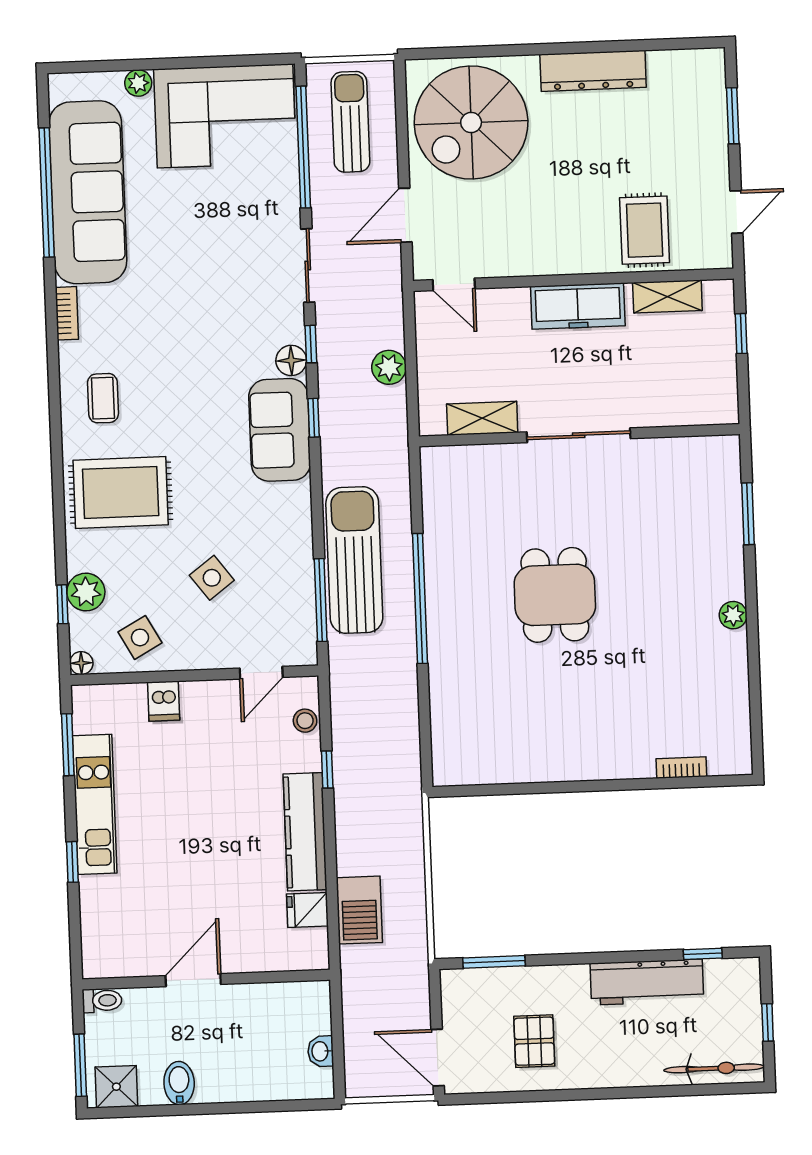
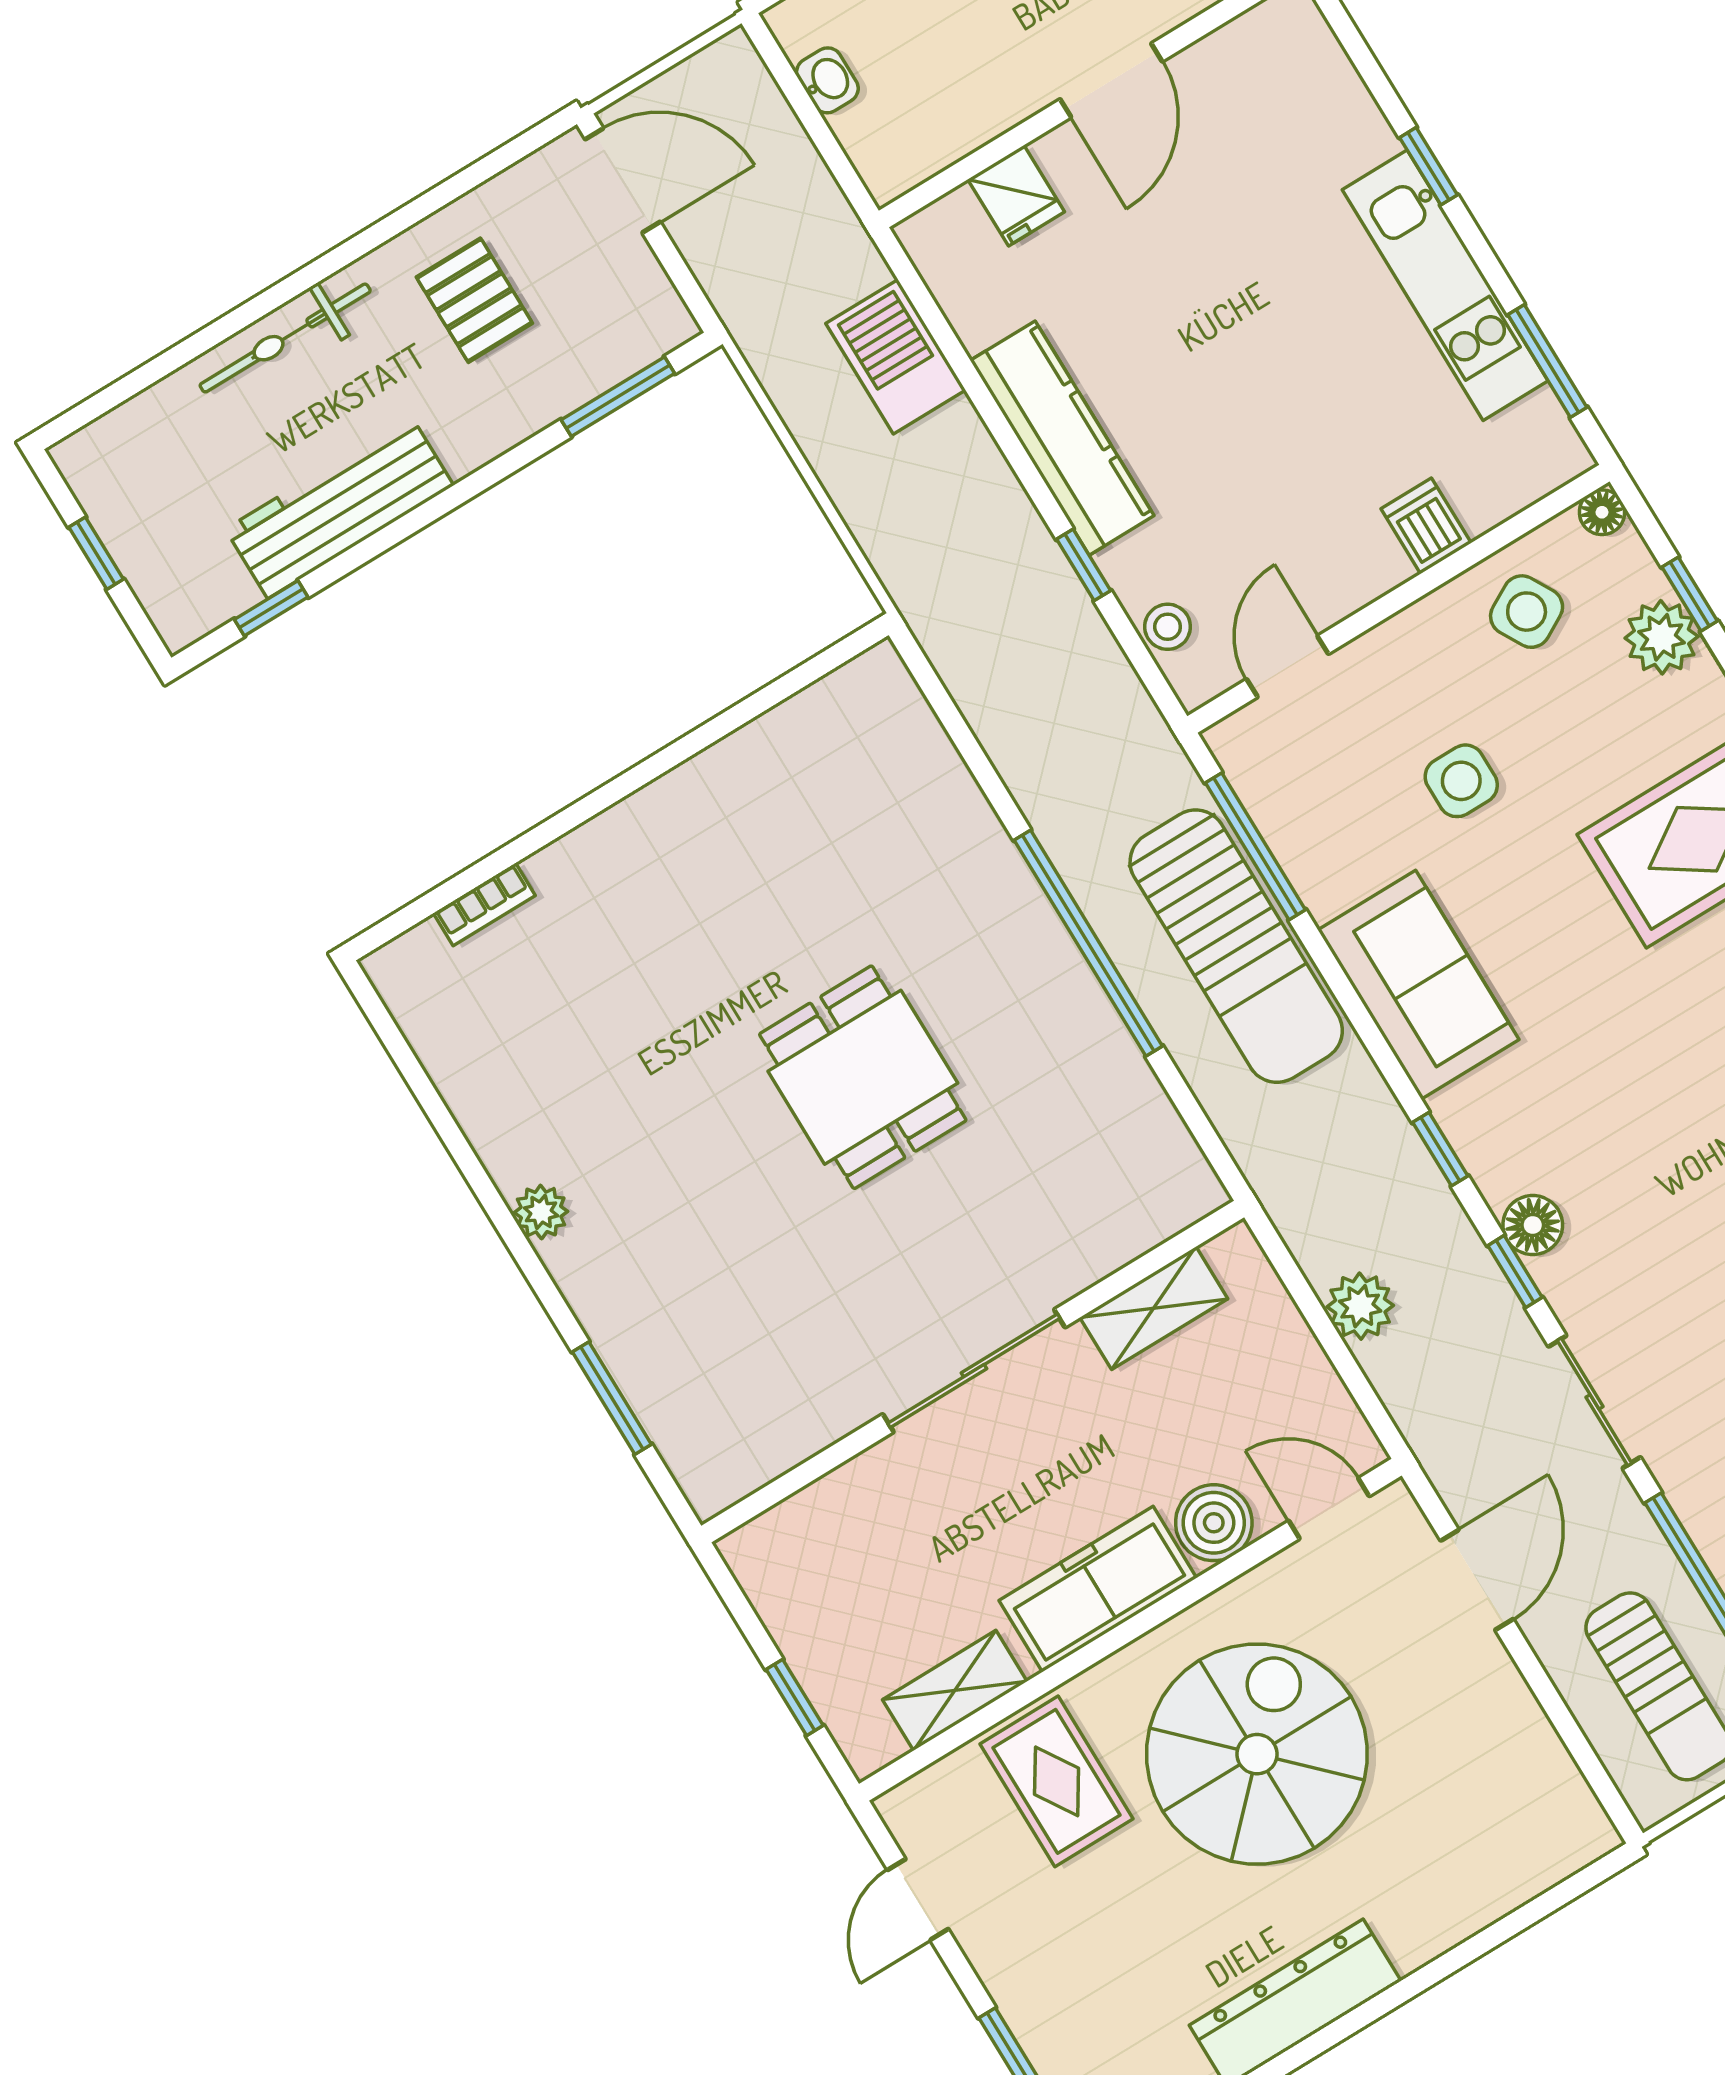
spiral stairs: (471, 122) -> (1257, 1754), moved
boiler: (509, 307) -> (1214, 1523), added
sofa: (280, 430) -> (1418, 985), moved
side table: (212, 578) -> (1461, 781), turned 37
fridge: (307, 910) -> (1016, 196), moved, turned 90
bicycle: (714, 1068) -> (285, 338), moved

